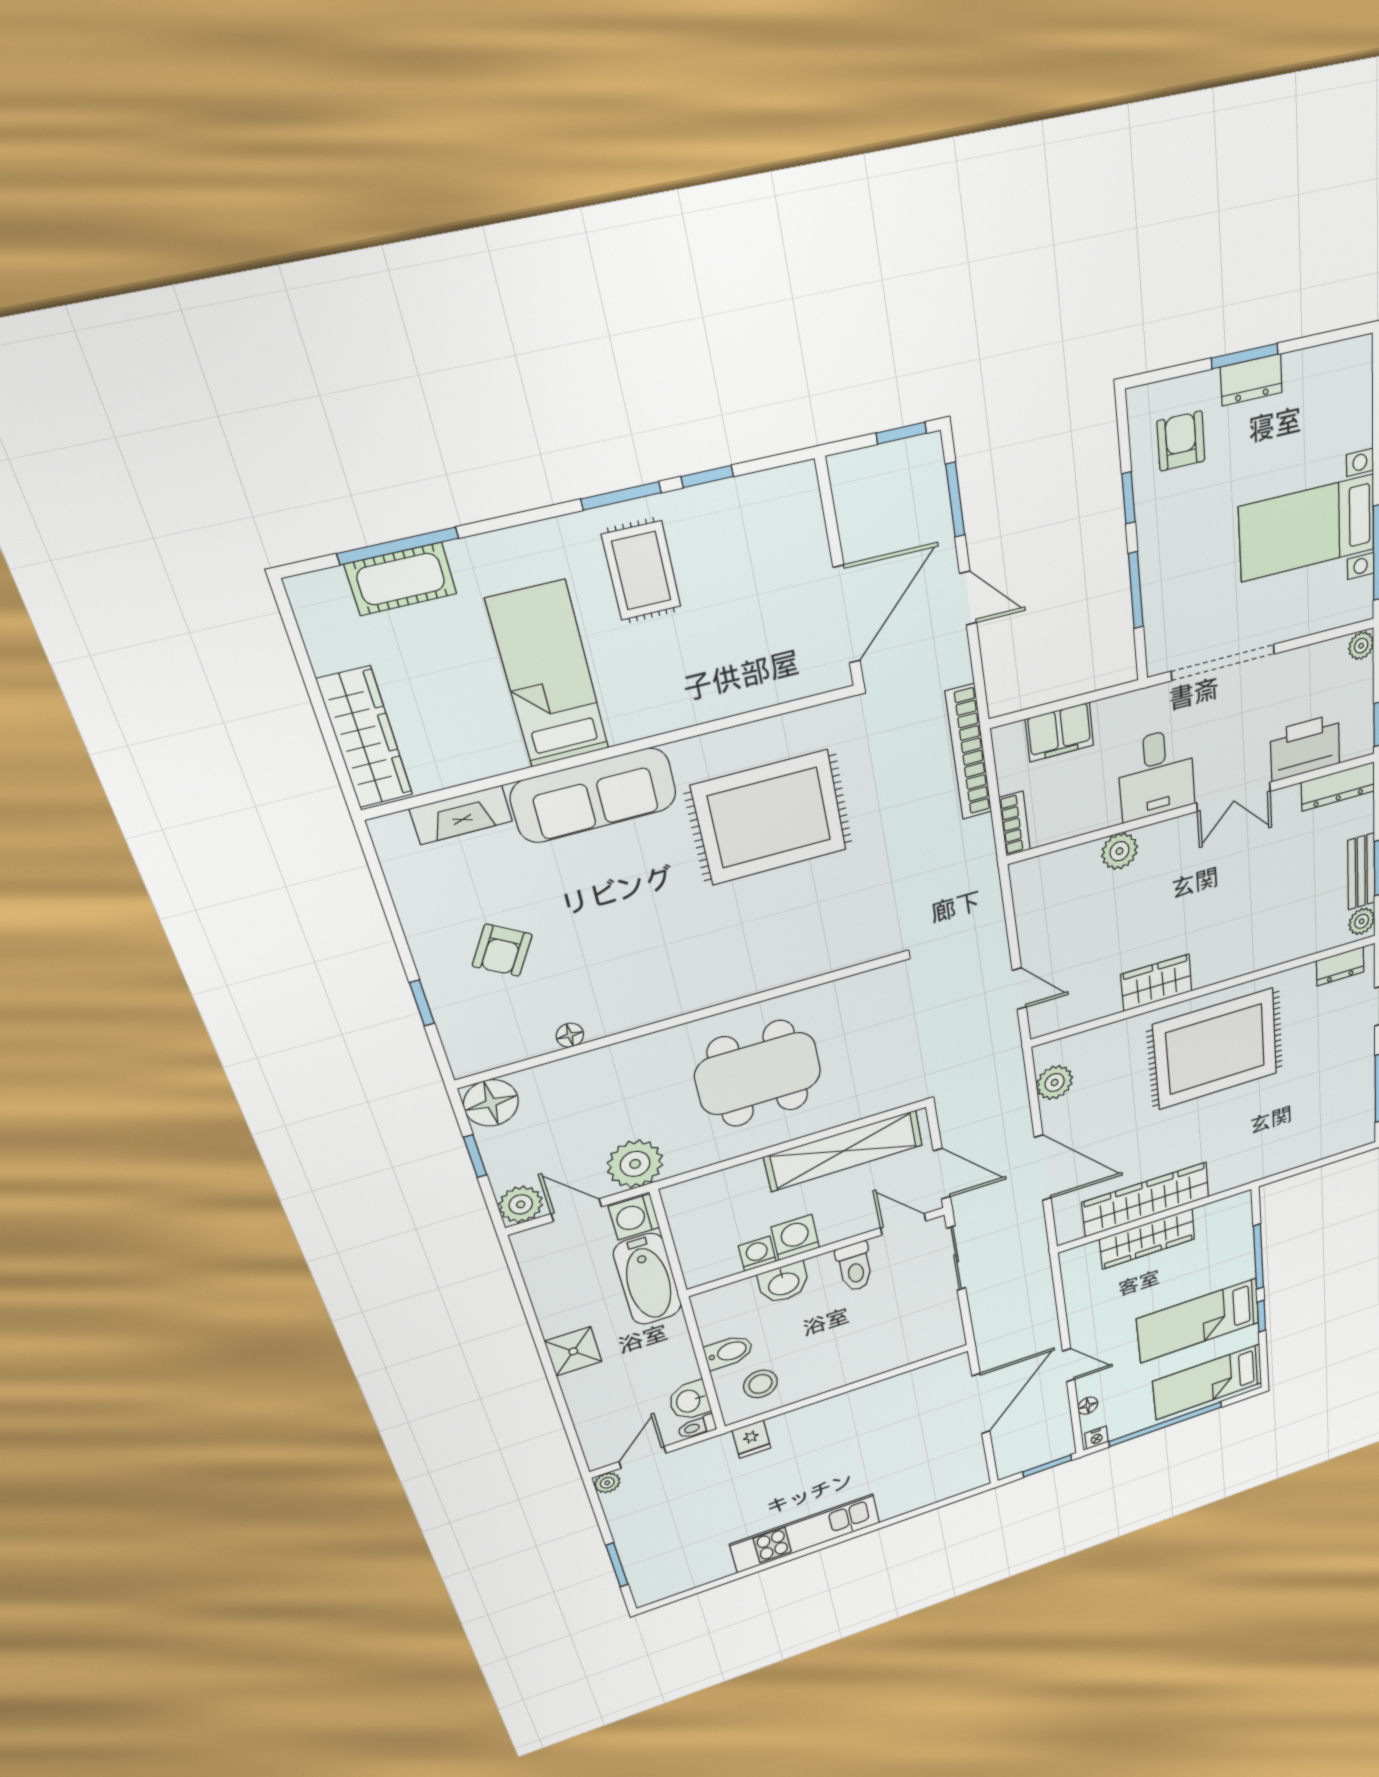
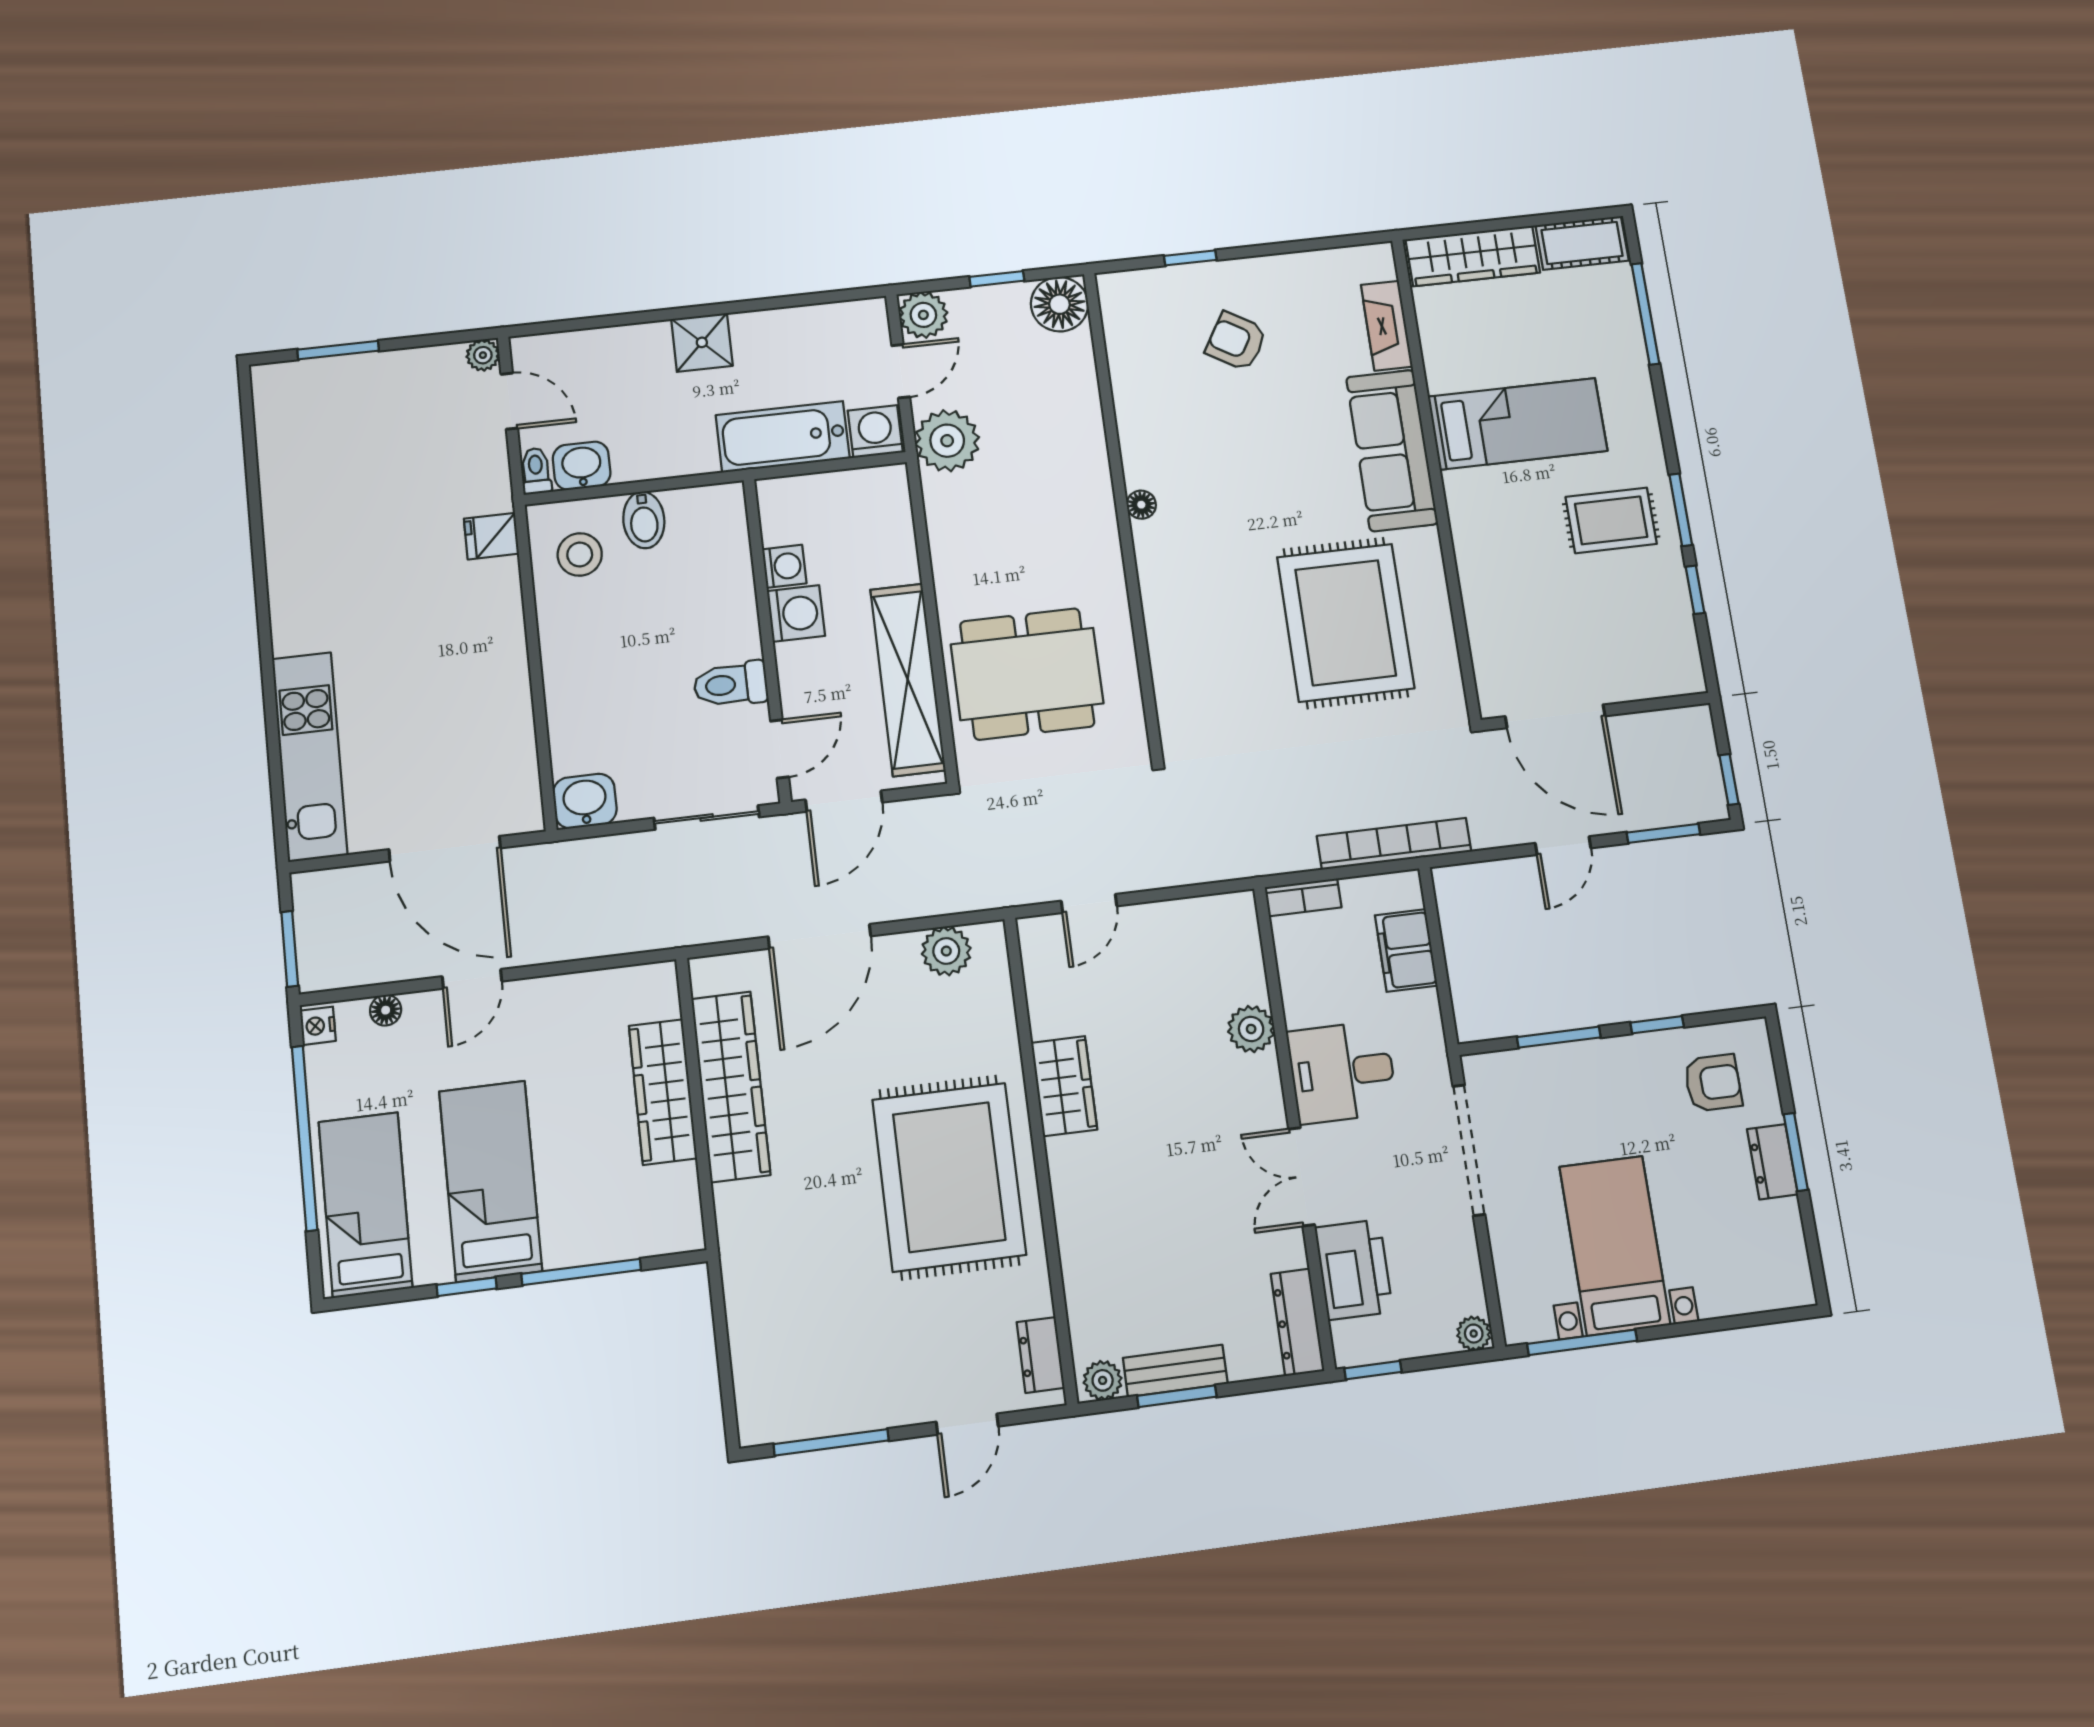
cot: (401, 579) -> (1582, 243), moved, turned 90
floor lamp: (570, 1035) -> (1141, 505), moved
dining table: (758, 1074) -> (1027, 674), moved, turned 90
washbasin: (784, 1283) -> (585, 801), moved, turned 90
kitchen unit: (805, 1533) -> (310, 756), moved

